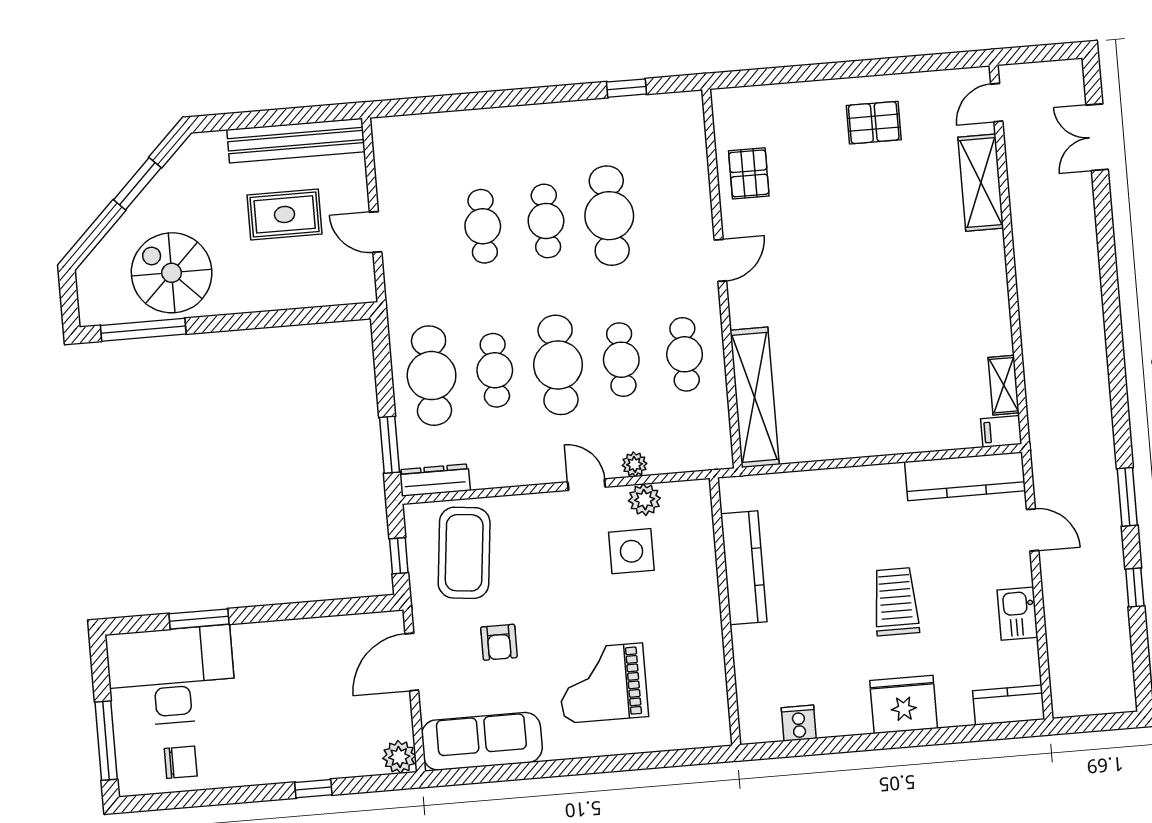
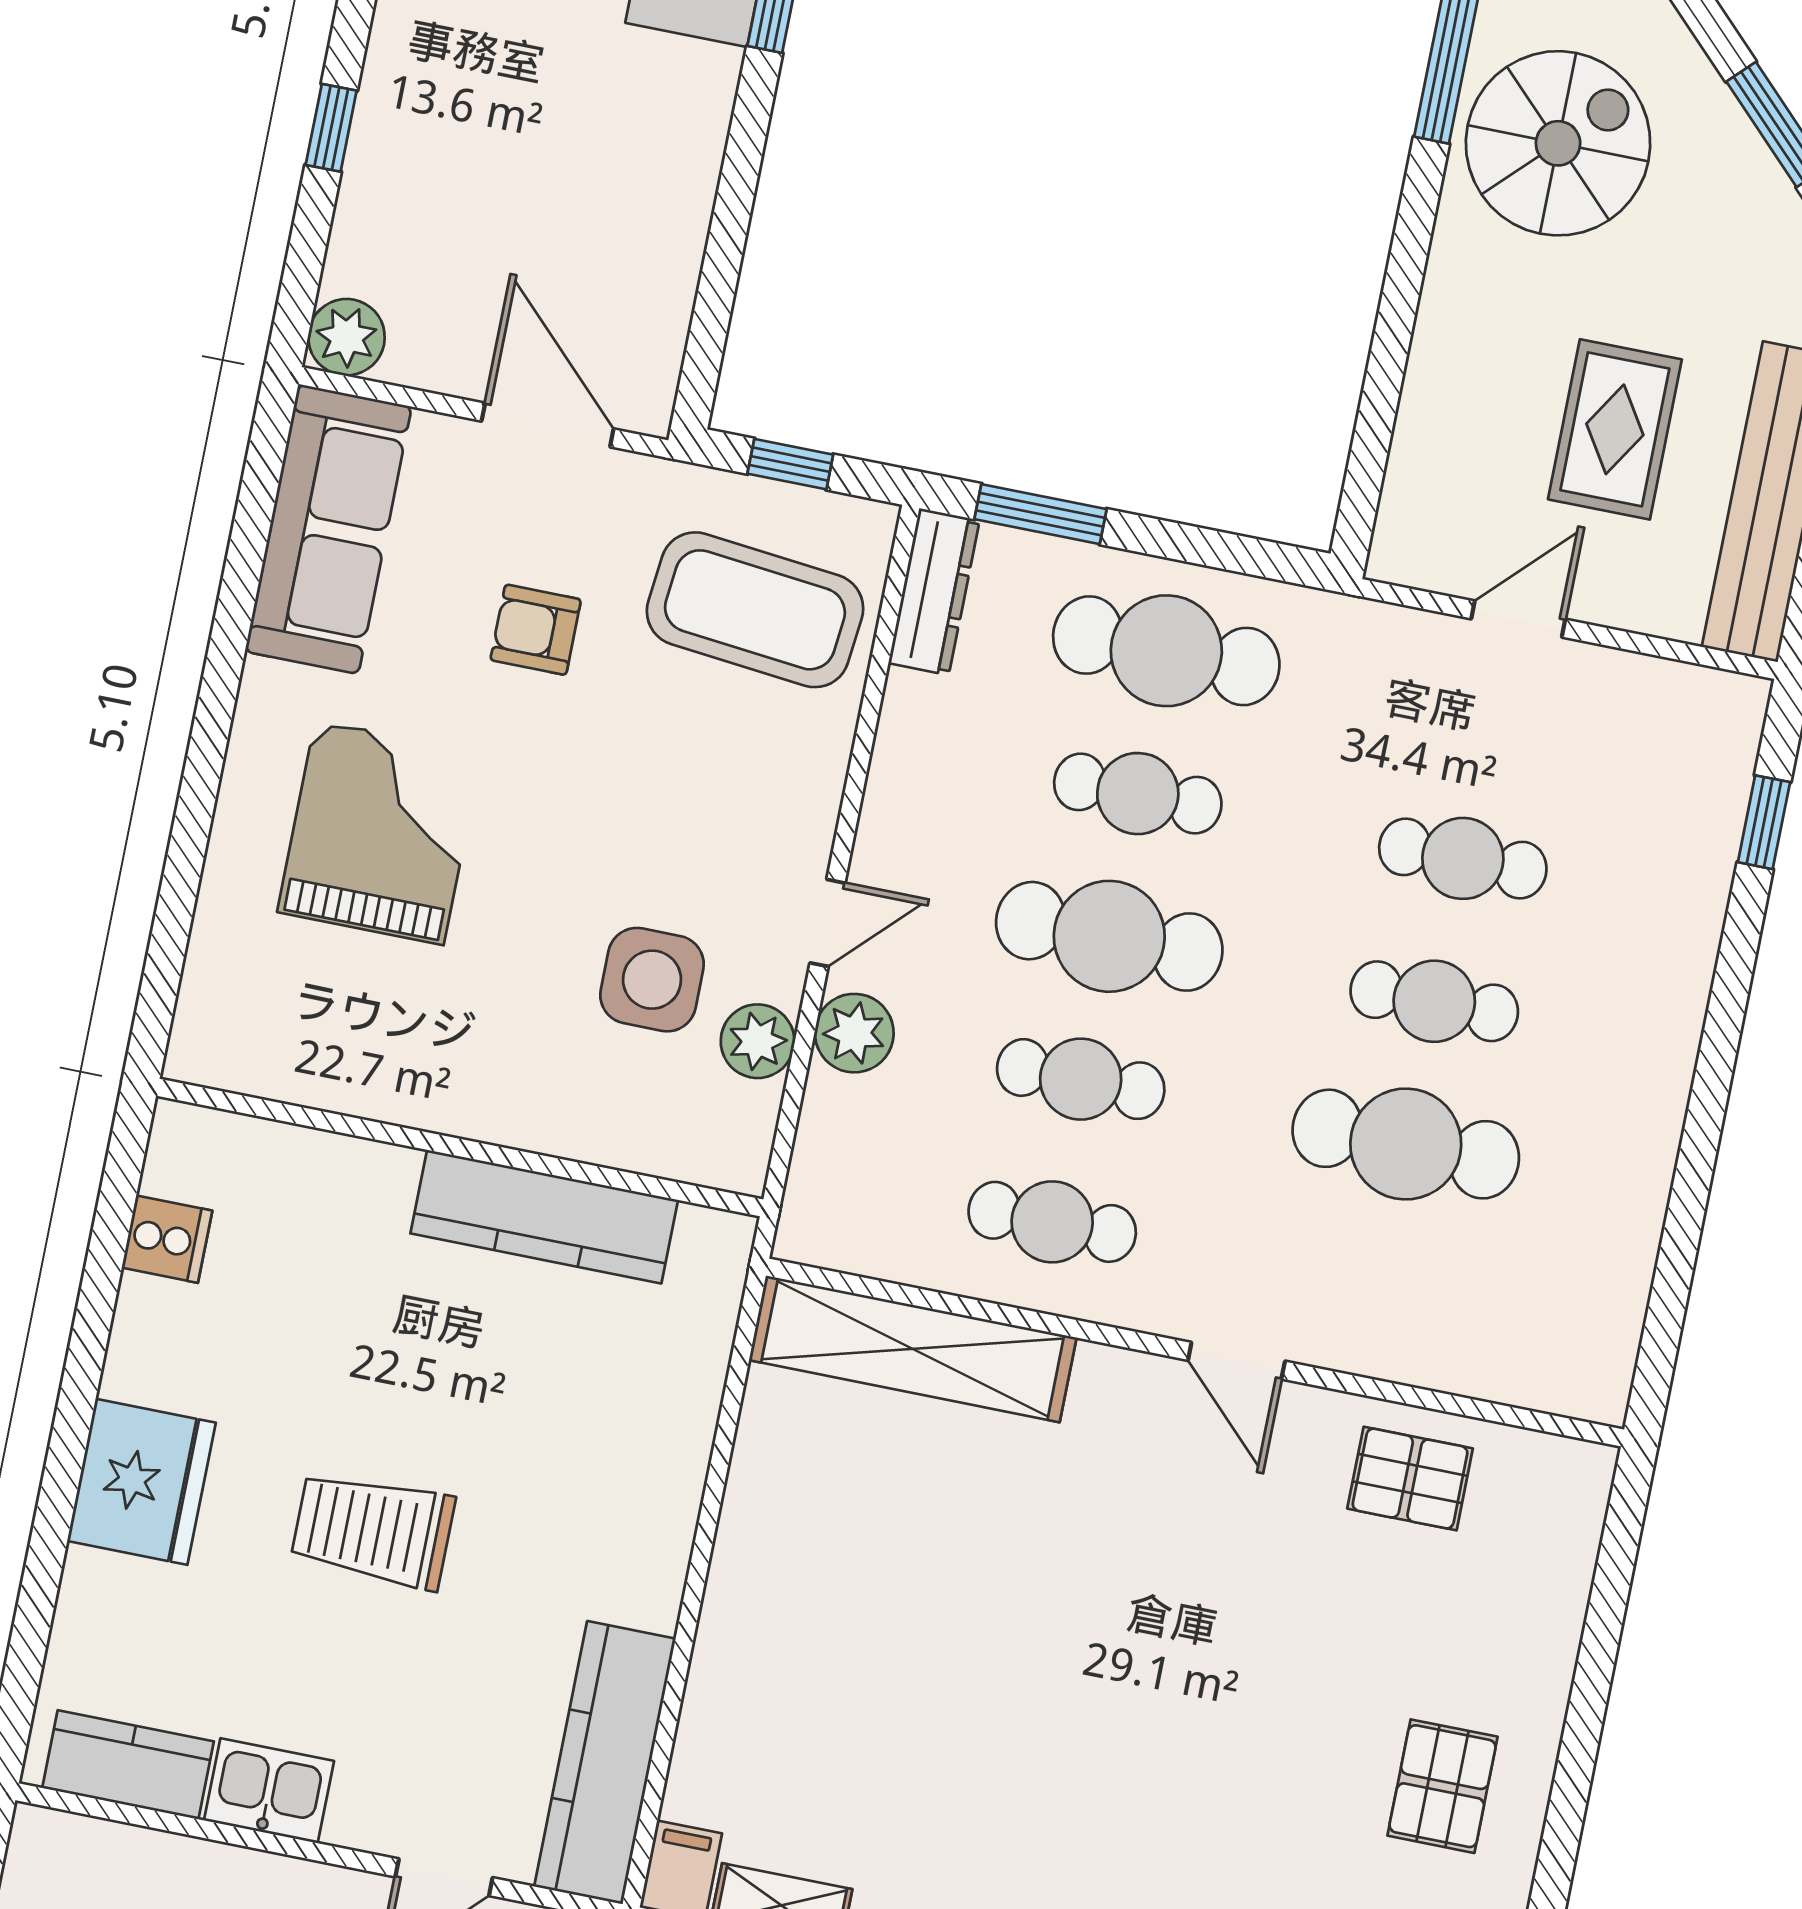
window: (626, 88) -> (1764, 822), moved
plant: (634, 464) -> (854, 1033), width x1.38, depth x1.38
trolley: (896, 602) -> (373, 1530), turned 180
kitchen counter: (1009, 705) -> (128, 1765), moved, turned -90

